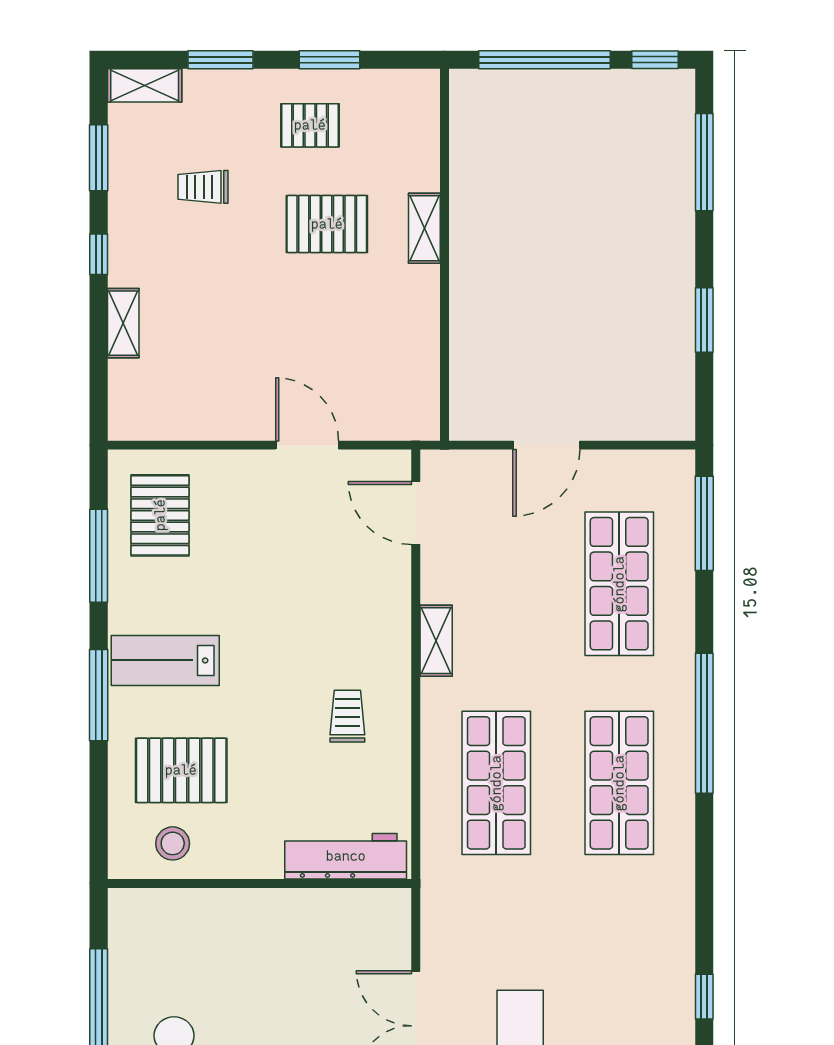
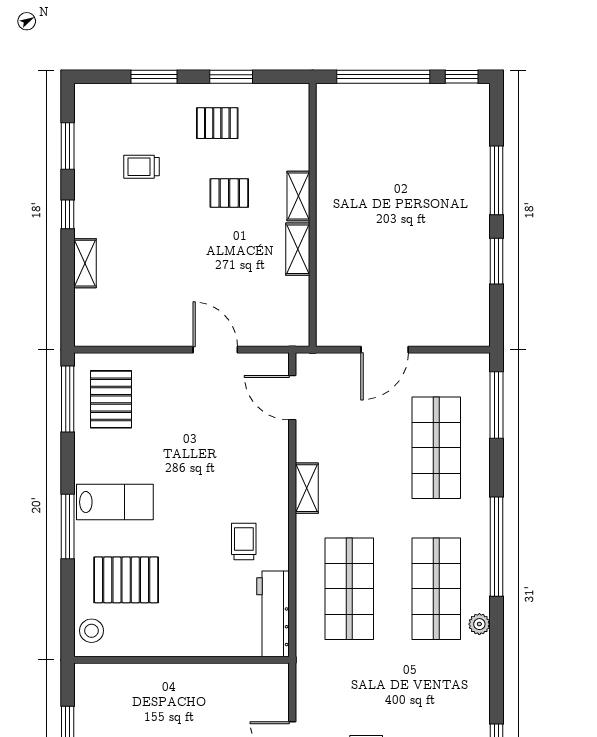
shelving: (145, 85) -> (298, 249), moved, turned 90
window: (704, 162) -> (496, 180), moved
pallet: (327, 224) -> (229, 193), width x0.67, depth x0.71
window: (99, 556) -> (68, 399), moved
lab bench: (165, 660) -> (115, 502), turned 180
plant: (680, 833) -> (479, 624), added
stool: (173, 843) -> (91, 631), moved
workbench: (346, 856) -> (273, 614), moved, turned -90

